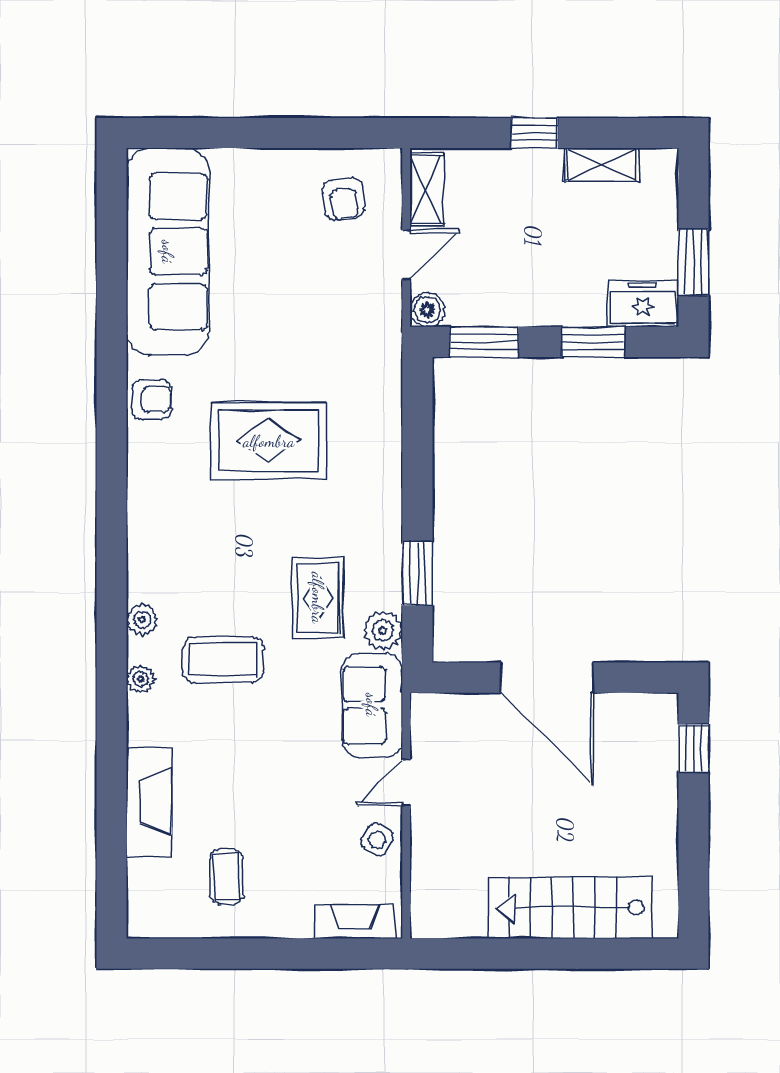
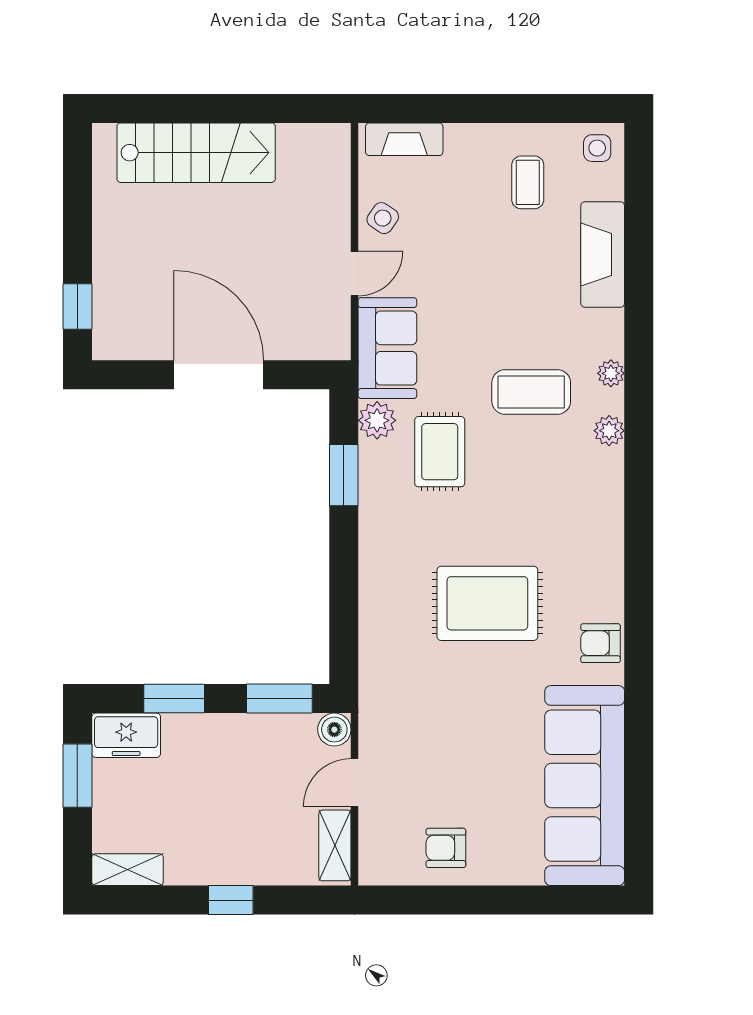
shelving: (602, 165) -> (127, 870), moved
armchair: (344, 199) -> (446, 848), moved, turned -82
side table: (155, 913) -> (597, 148), added

